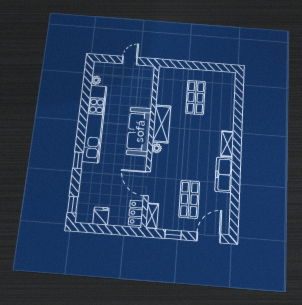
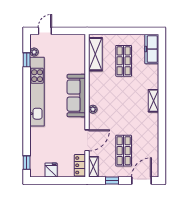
door: (130, 61) -> (45, 31), moved
shelving: (162, 124) -> (95, 54), moved
window: (78, 160) -> (27, 60), moved
freezer: (224, 175) -> (152, 49), moved
door: (147, 184) -> (87, 140), swing flipped

